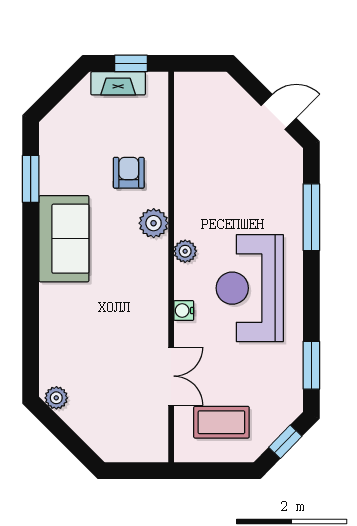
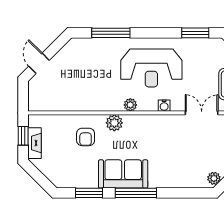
door: (279, 112) -> (39, 63), moved
armchair: (129, 173) -> (86, 137), turned -90
window: (31, 261) -> (136, 193), added

